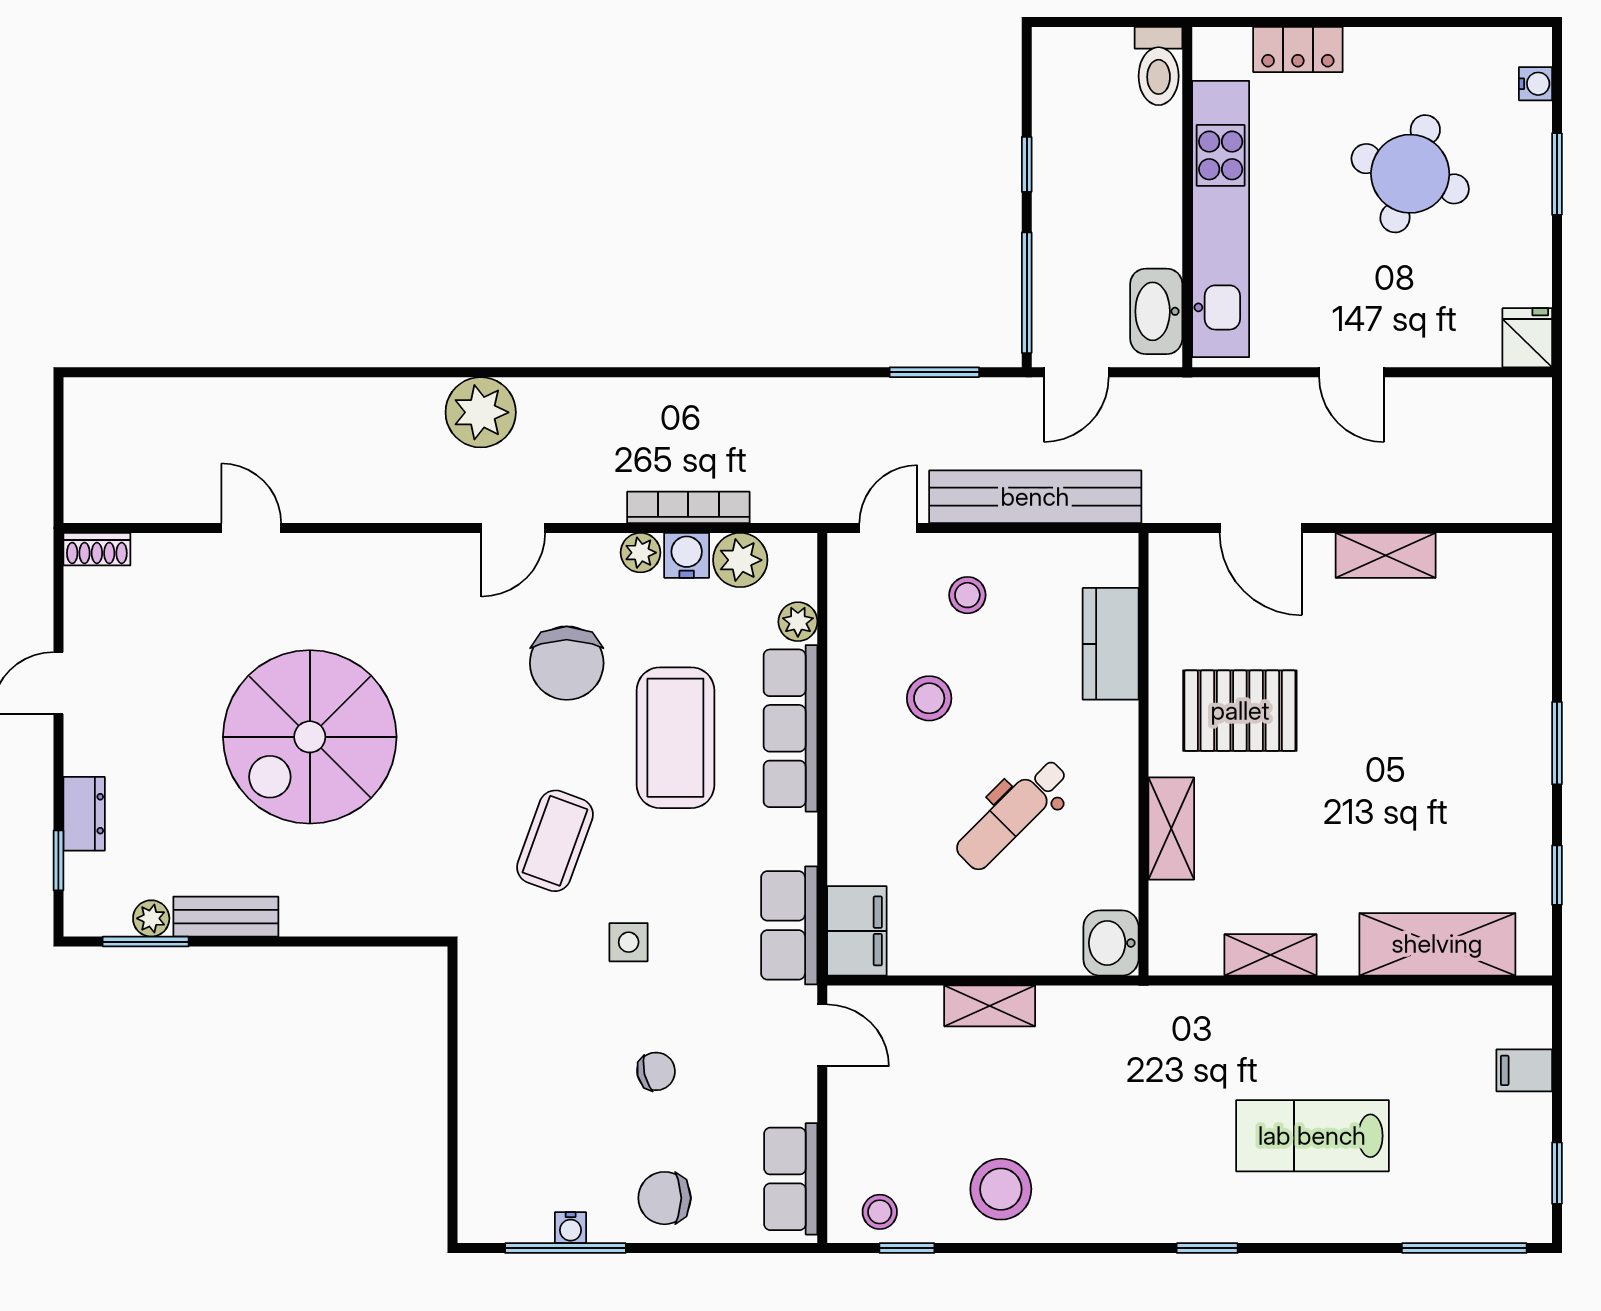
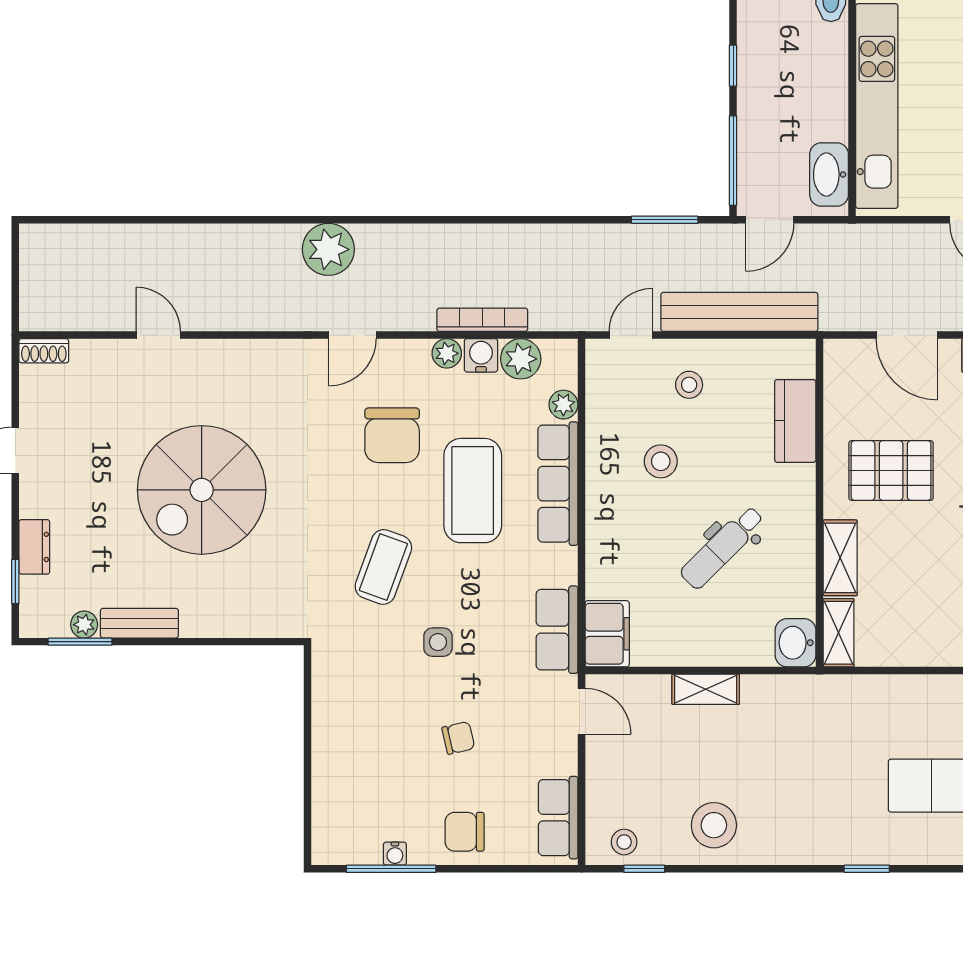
shelving: (1271, 955) -> (839, 633), moved, turned 90

